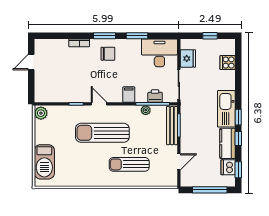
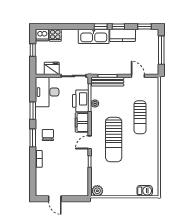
filing cabinet: (129, 95) -> (82, 122), width x2.00
printer: (155, 96) -> (81, 101), width x1.87, depth x1.48
barbecue: (44, 162) -> (145, 191), width x0.53, depth x0.65
dishwasher: (228, 167) -> (42, 35), moved

